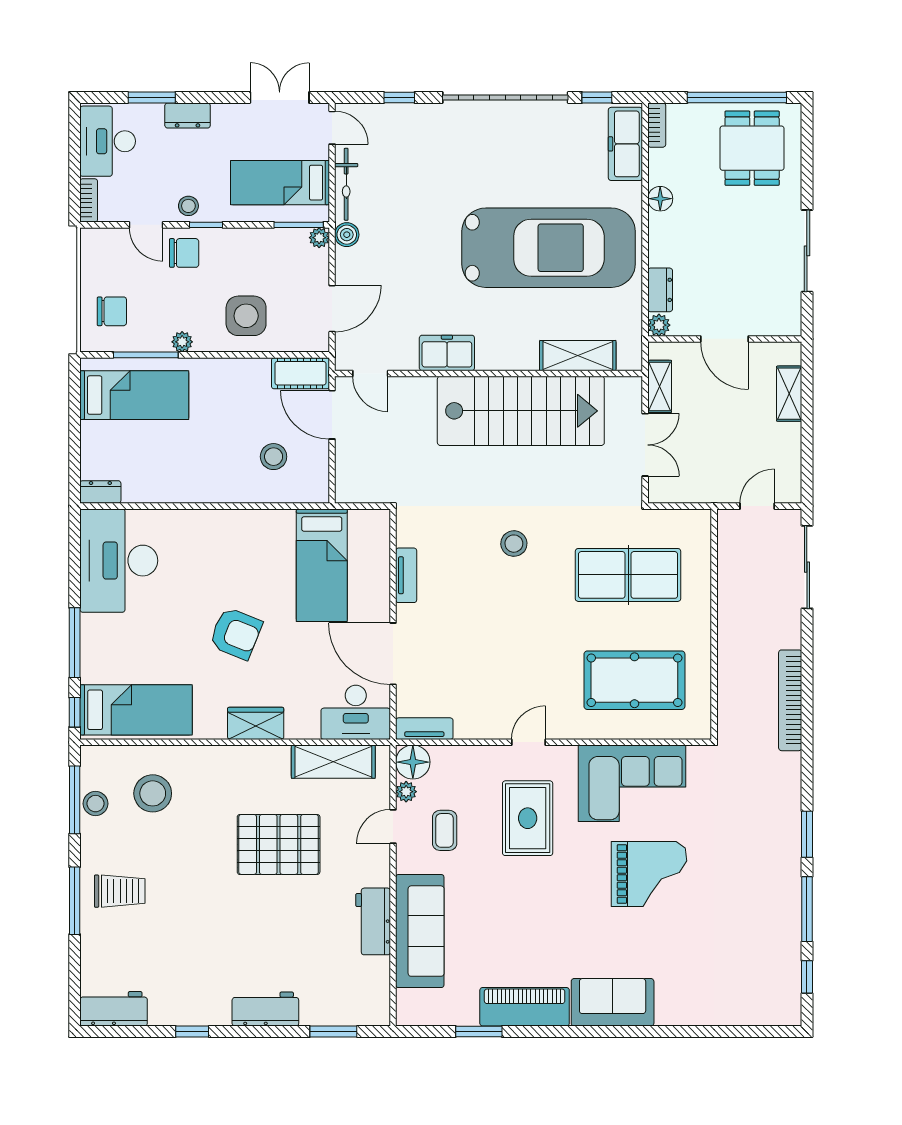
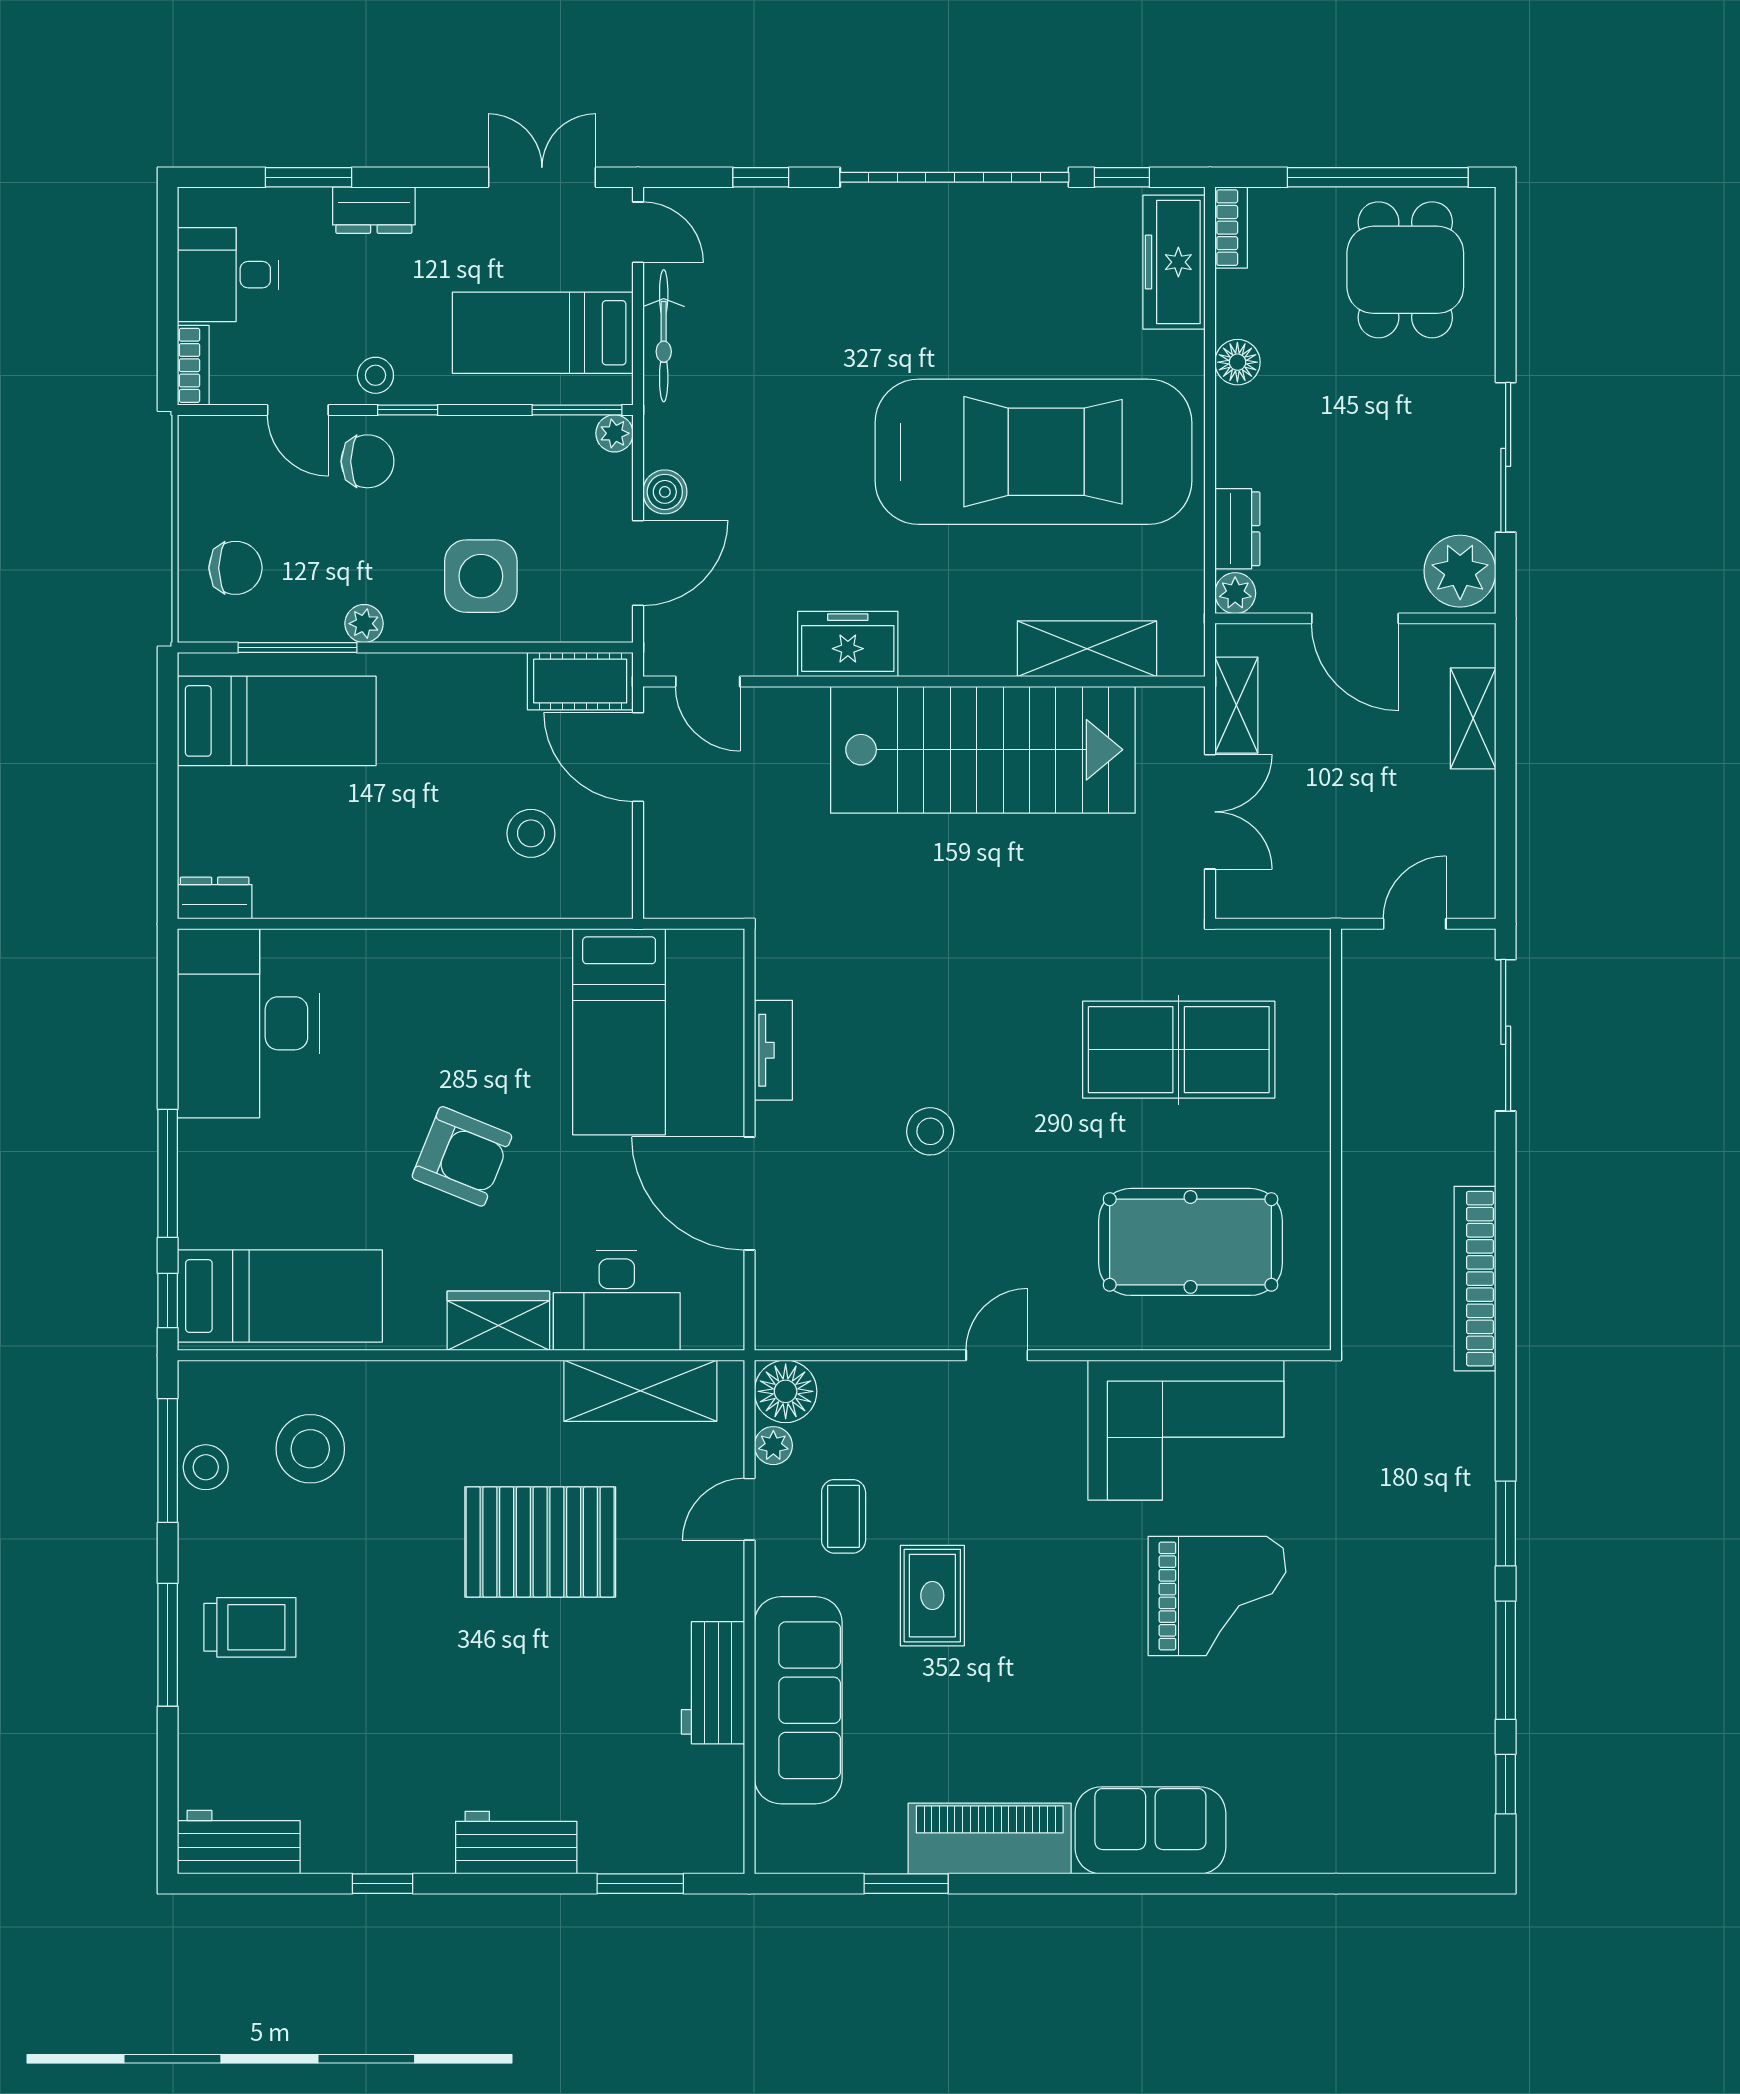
desk: (108, 141) -> (228, 275), width x0.73
boiler: (347, 235) -> (665, 492), moved
plant: (782, 313) -> (1460, 571), added
stool: (514, 544) -> (930, 1131), moved
desk: (356, 712) -> (617, 1301), moved
tv unit: (424, 729) -> (807, 1330), removed
rug: (528, 818) -> (932, 1596), moved, width x0.73, depth x0.70

